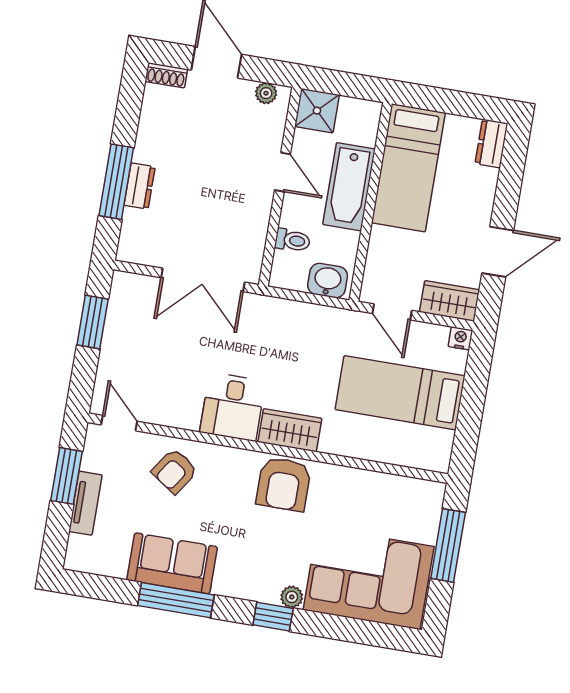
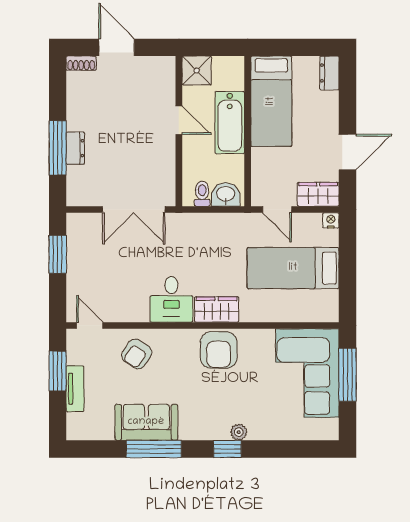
plant: (266, 93) -> (157, 64), removed
toilet: (292, 240) -> (202, 194), moved, turned -90
corner sofa: (369, 578) -> (307, 373), moved, turned -90

